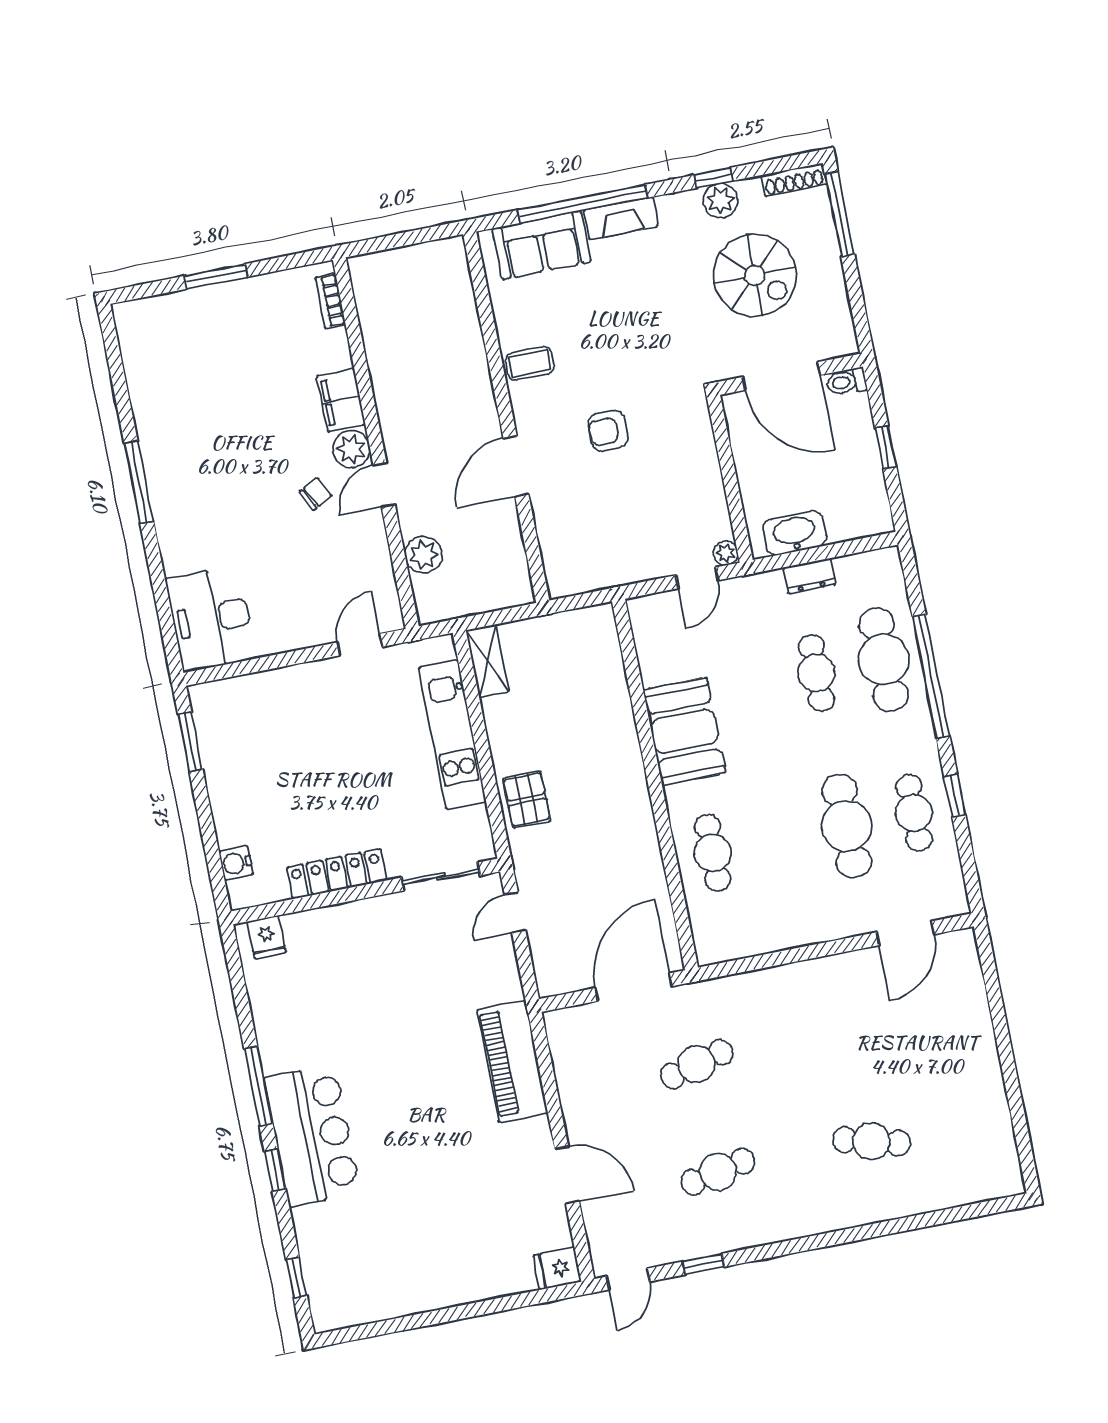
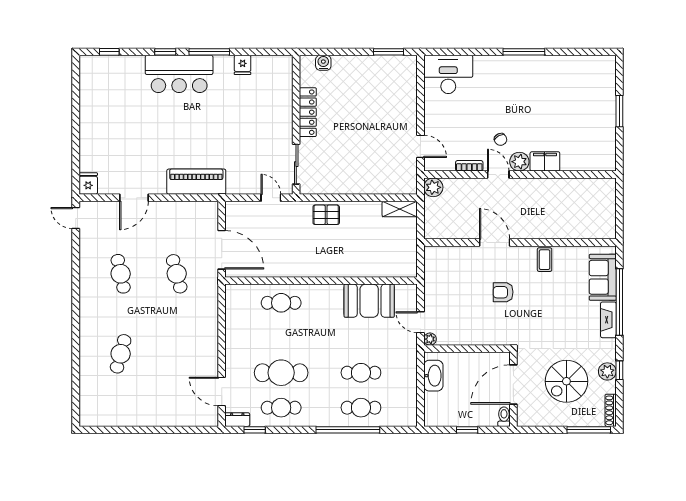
bookcase: (330, 301) -> (469, 166), moved
armchair: (608, 431) -> (503, 292), turned -90
plant: (423, 555) -> (433, 187), moved
dresser: (810, 576) -> (237, 420), moved, turned 90
cafe table: (884, 660) -> (361, 408), width x0.73, depth x0.74
booth: (684, 731) -> (369, 301), moved
kitchen unit: (452, 735) -> (366, 184), removed
window: (955, 796) -> (255, 430), moved
fridge: (267, 937) -> (243, 65), moved, turned -90
window: (703, 1264) -> (76, 257), removed

